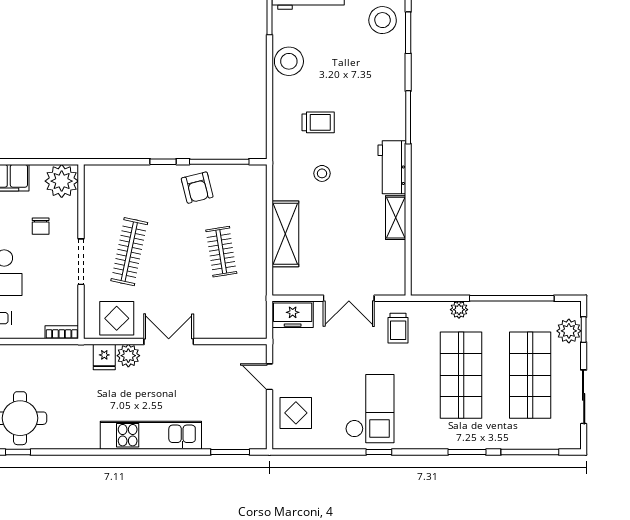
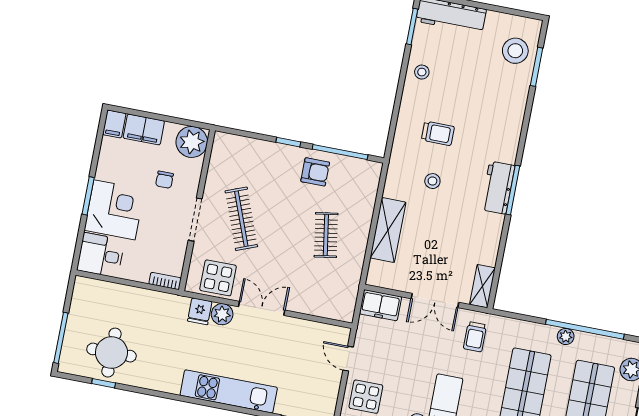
stool: (289, 61) -> (422, 72), width x0.53, depth x0.53
window: (408, 117) -> (513, 190), moved
armchair: (197, 188) -> (315, 172), turned -76
shelving: (396, 218) -> (482, 286), moved
clothes rail: (129, 252) -> (241, 219), turned -33
plant: (459, 310) -> (566, 336), moved

